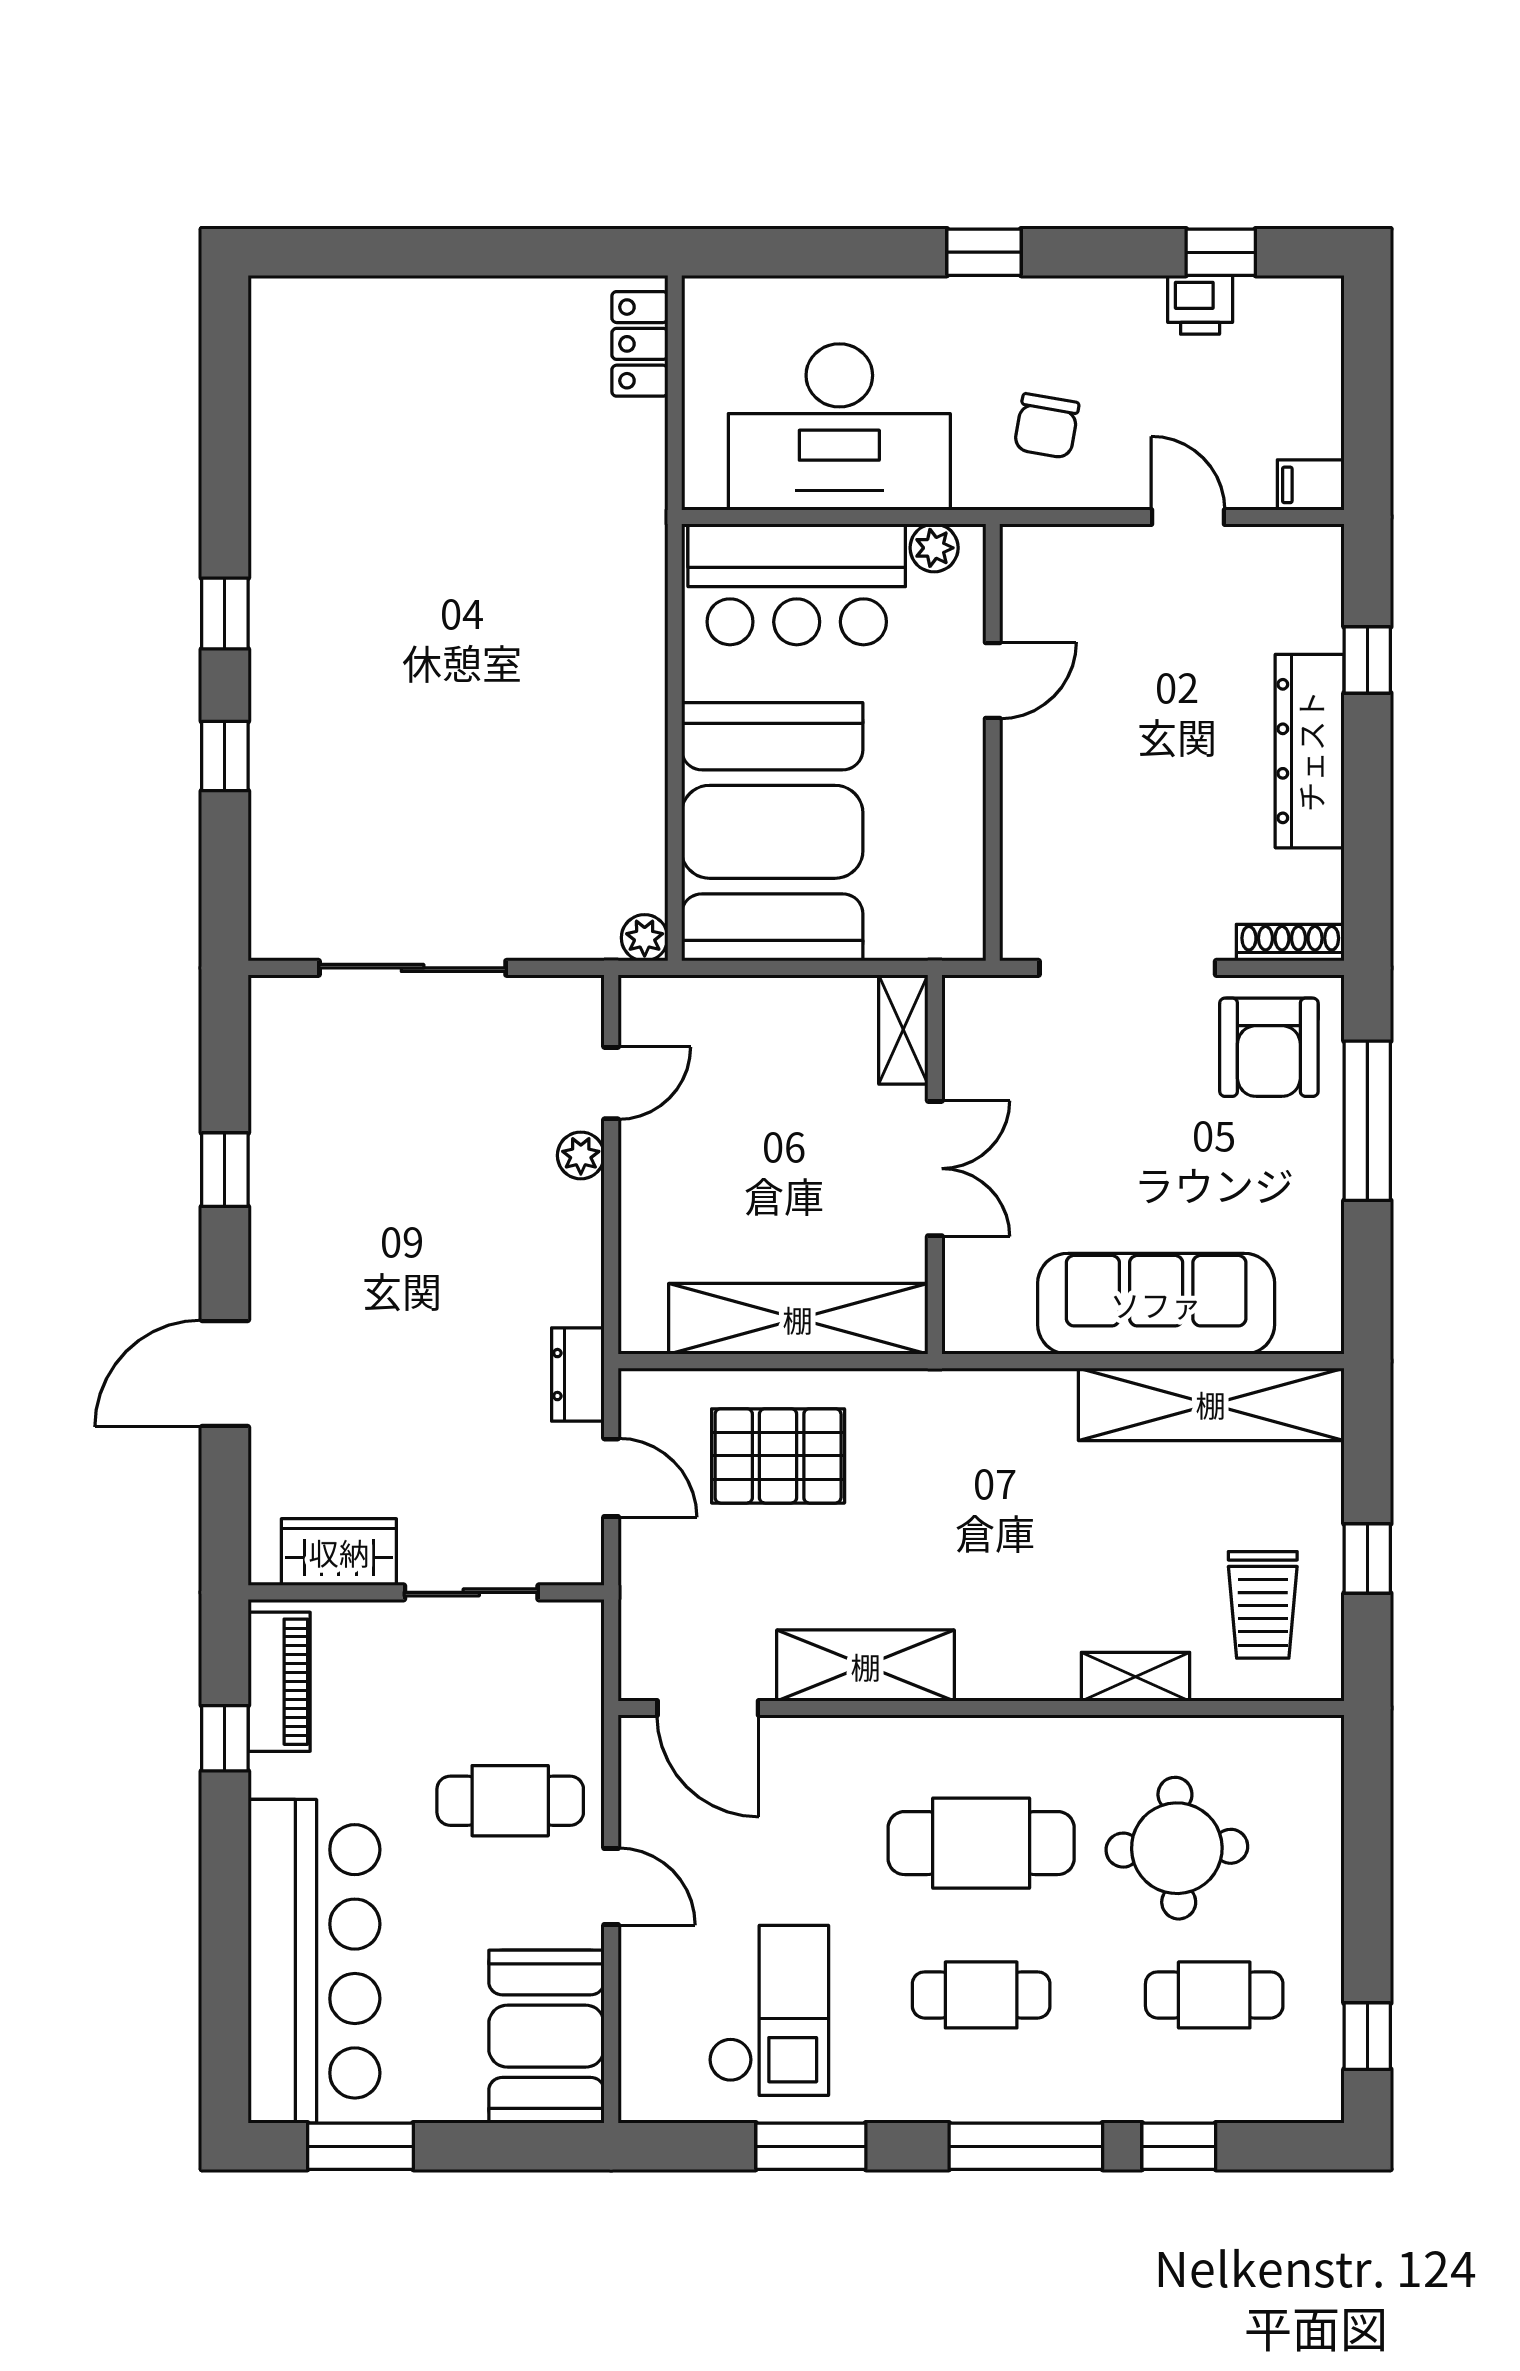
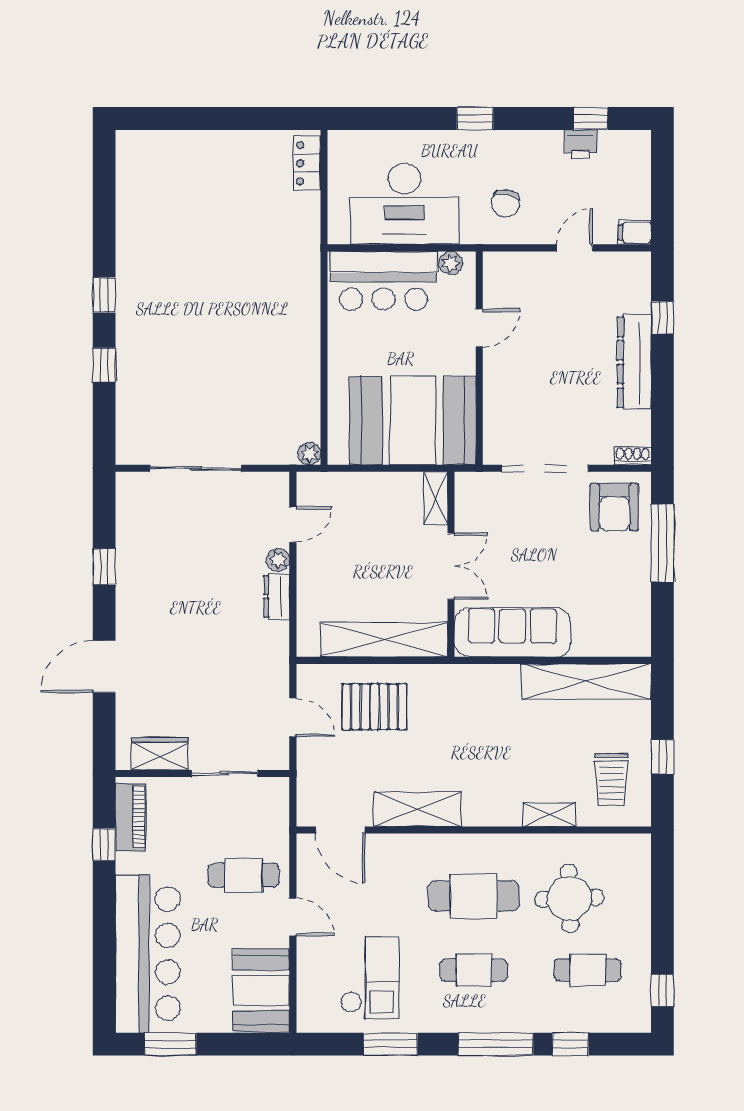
door: (1188, 517) -> (575, 248), hinge flipped
booth: (772, 832) -> (413, 421), moved, turned 90
shoe rack: (1290, 943) -> (633, 456), width x0.70
sofa: (1156, 1304) -> (512, 632), moved
dresser: (578, 1375) -> (277, 596), moved

